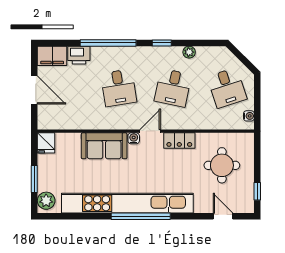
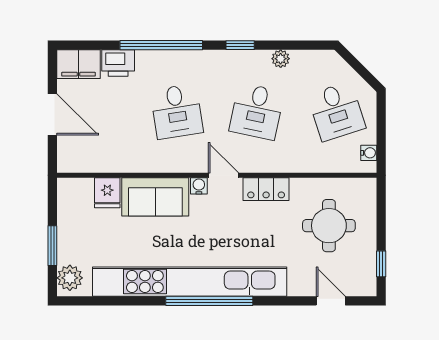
door: (150, 131) -> (223, 175), hinge flipped
fridge: (46, 143) -> (107, 193), moved

